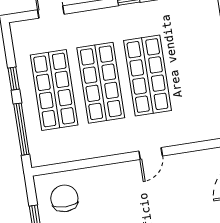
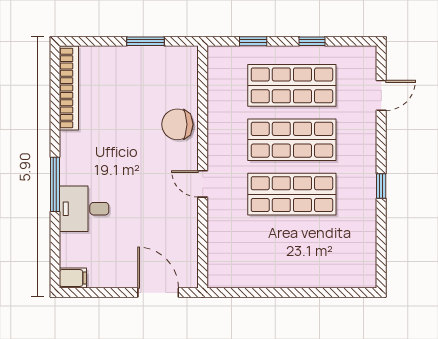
window: (21, 129) -> (253, 41), width x0.46
chair: (64, 198) -> (177, 124), moved, turned 180

